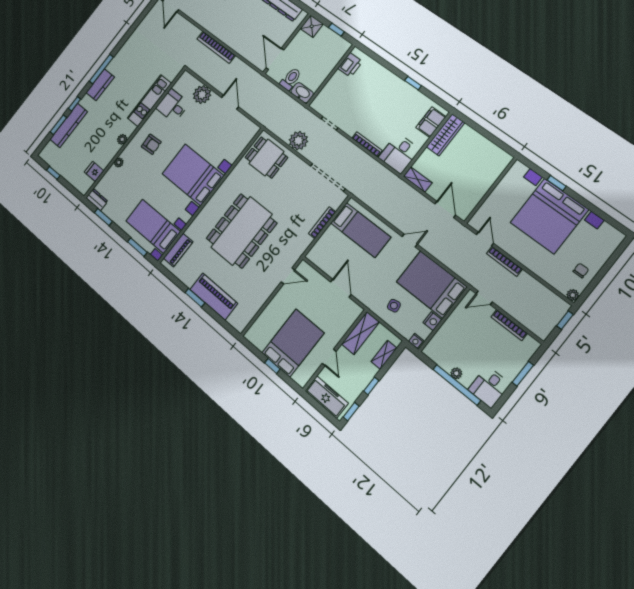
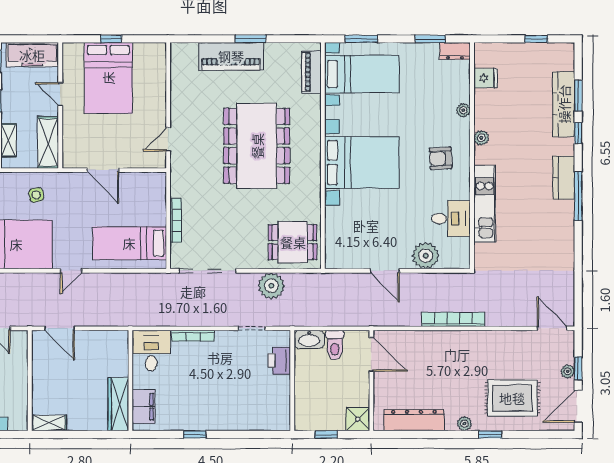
printer: (350, 65) -> (279, 361), moved
shelving: (418, 179) -> (49, 423), moved

